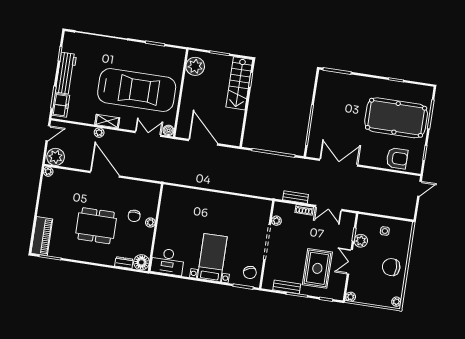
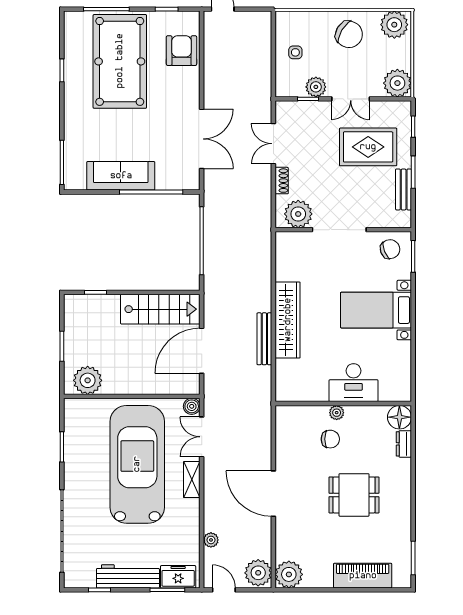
stairs: (239, 83) -> (160, 309), moved
sofa: (323, 107) -> (121, 176), added
shelving: (107, 121) -> (192, 480), moved
plant: (99, 133) -> (211, 540), moved
double door: (339, 163) -> (202, 139), swing flipped
plant: (48, 172) -> (289, 574), width x1.88, depth x1.88
door: (105, 174) -> (273, 494), hinge flipped
bench: (296, 197) -> (264, 339), moved, width x1.36
wardrobe: (214, 200) -> (288, 320), added
double door: (329, 208) -> (273, 144), swing flipped
plant: (276, 221) -> (298, 214), width x1.88, depth x1.88
dining table: (96, 226) -> (354, 495), width x0.73
piano: (42, 236) -> (363, 576), moved
desk: (168, 262) -> (354, 383), moved, turned 90
chair: (391, 267) -> (349, 34), turned -59
plant: (351, 297) -> (397, 83), width x1.87, depth x1.87
plant: (396, 302) -> (394, 25), width x1.88, depth x1.88

